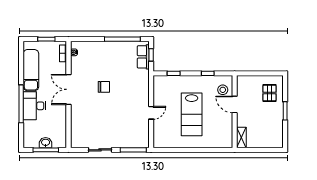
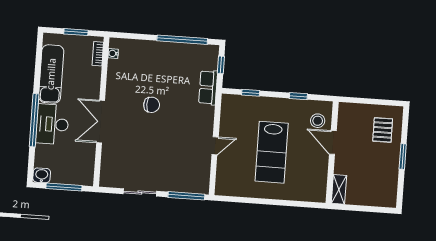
row of seats: (143, 57) -> (208, 87), moved
double door: (69, 89) -> (101, 122), moved
washbasin: (46, 143) -> (42, 175), moved

